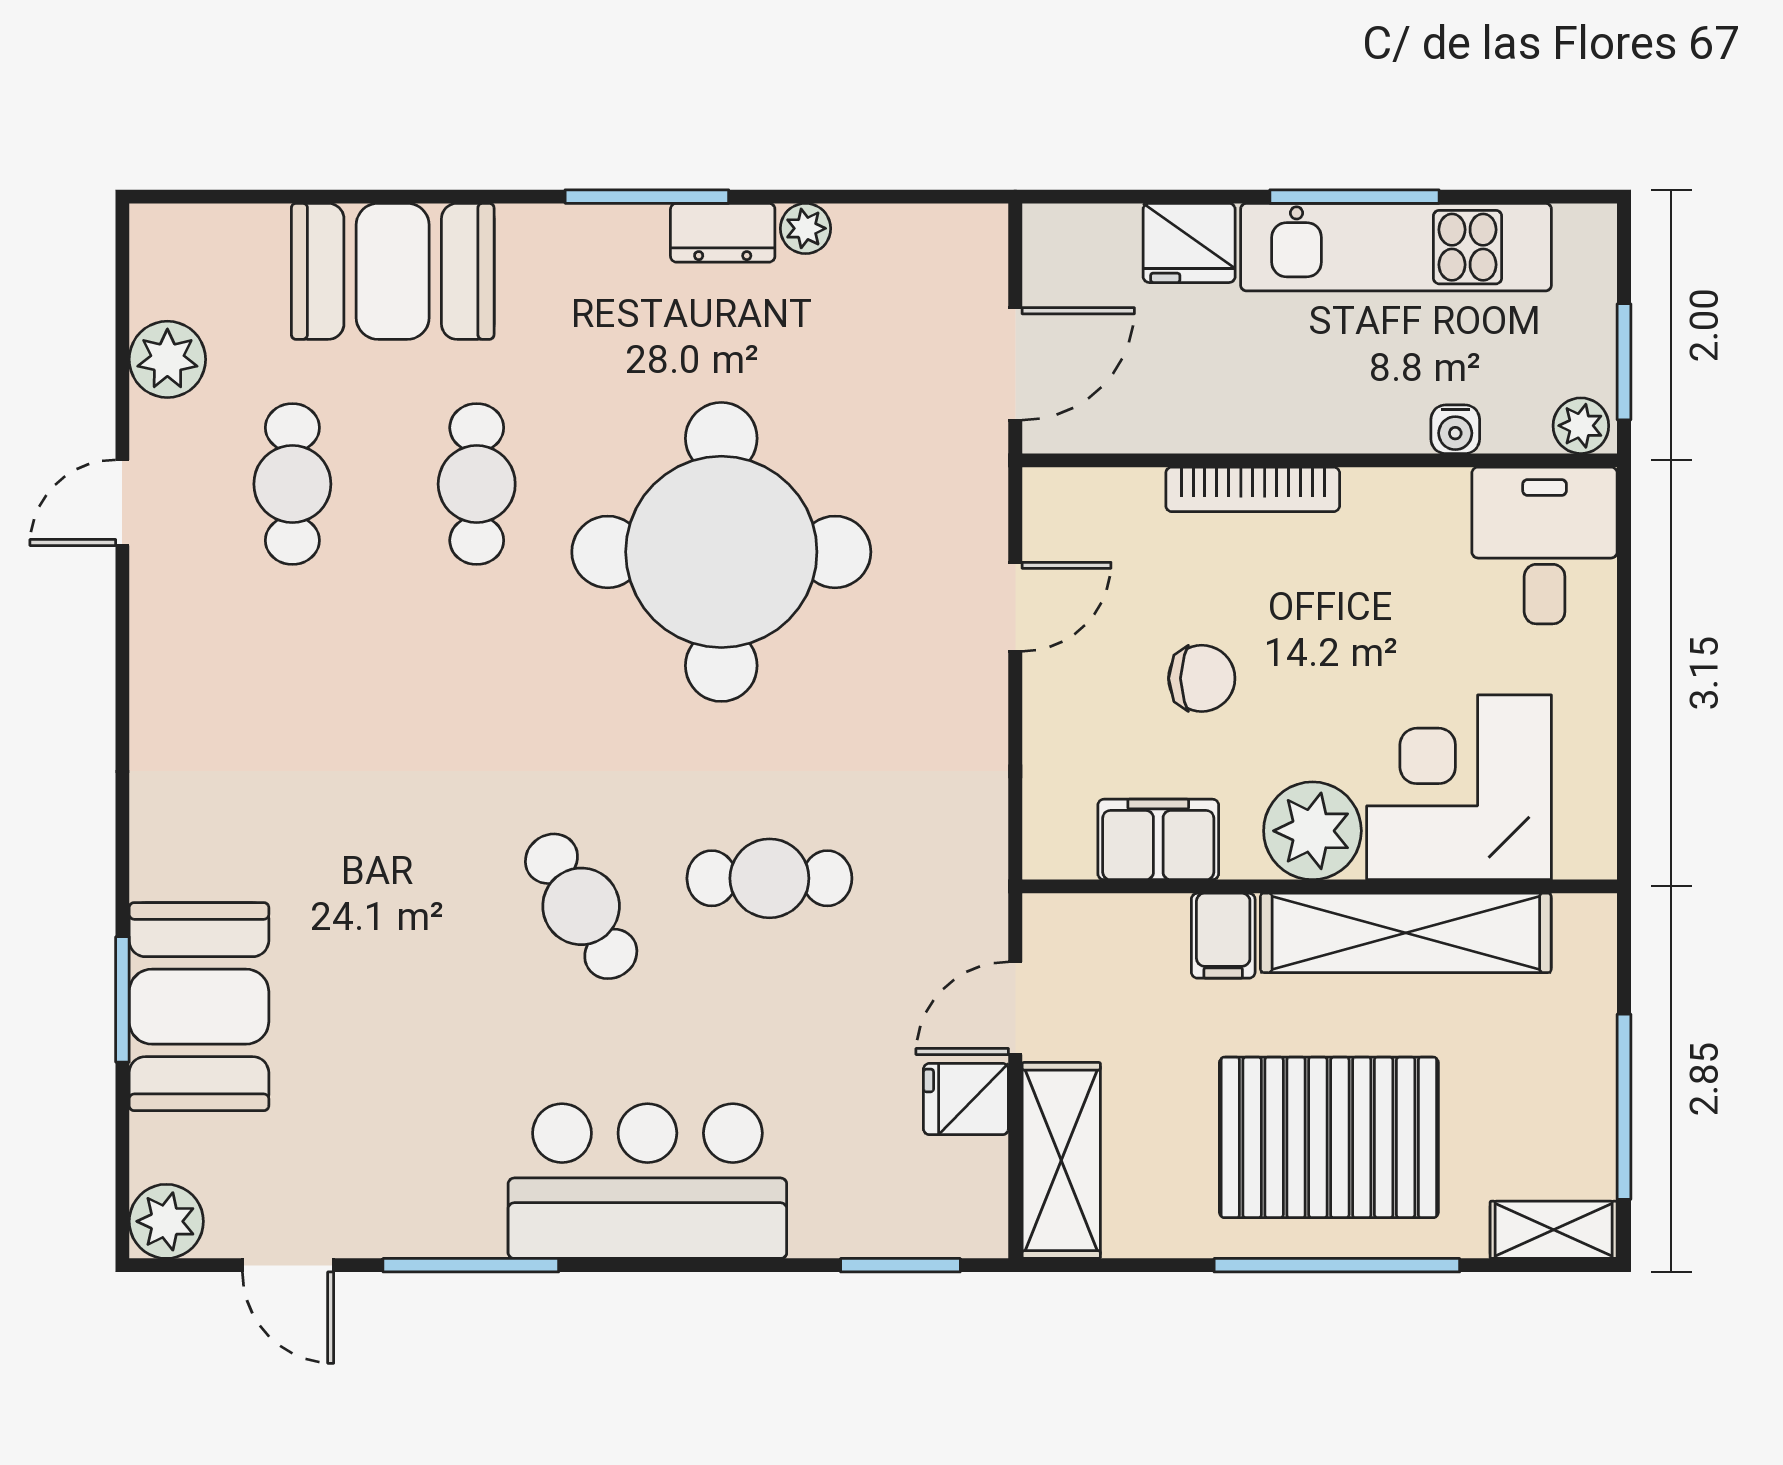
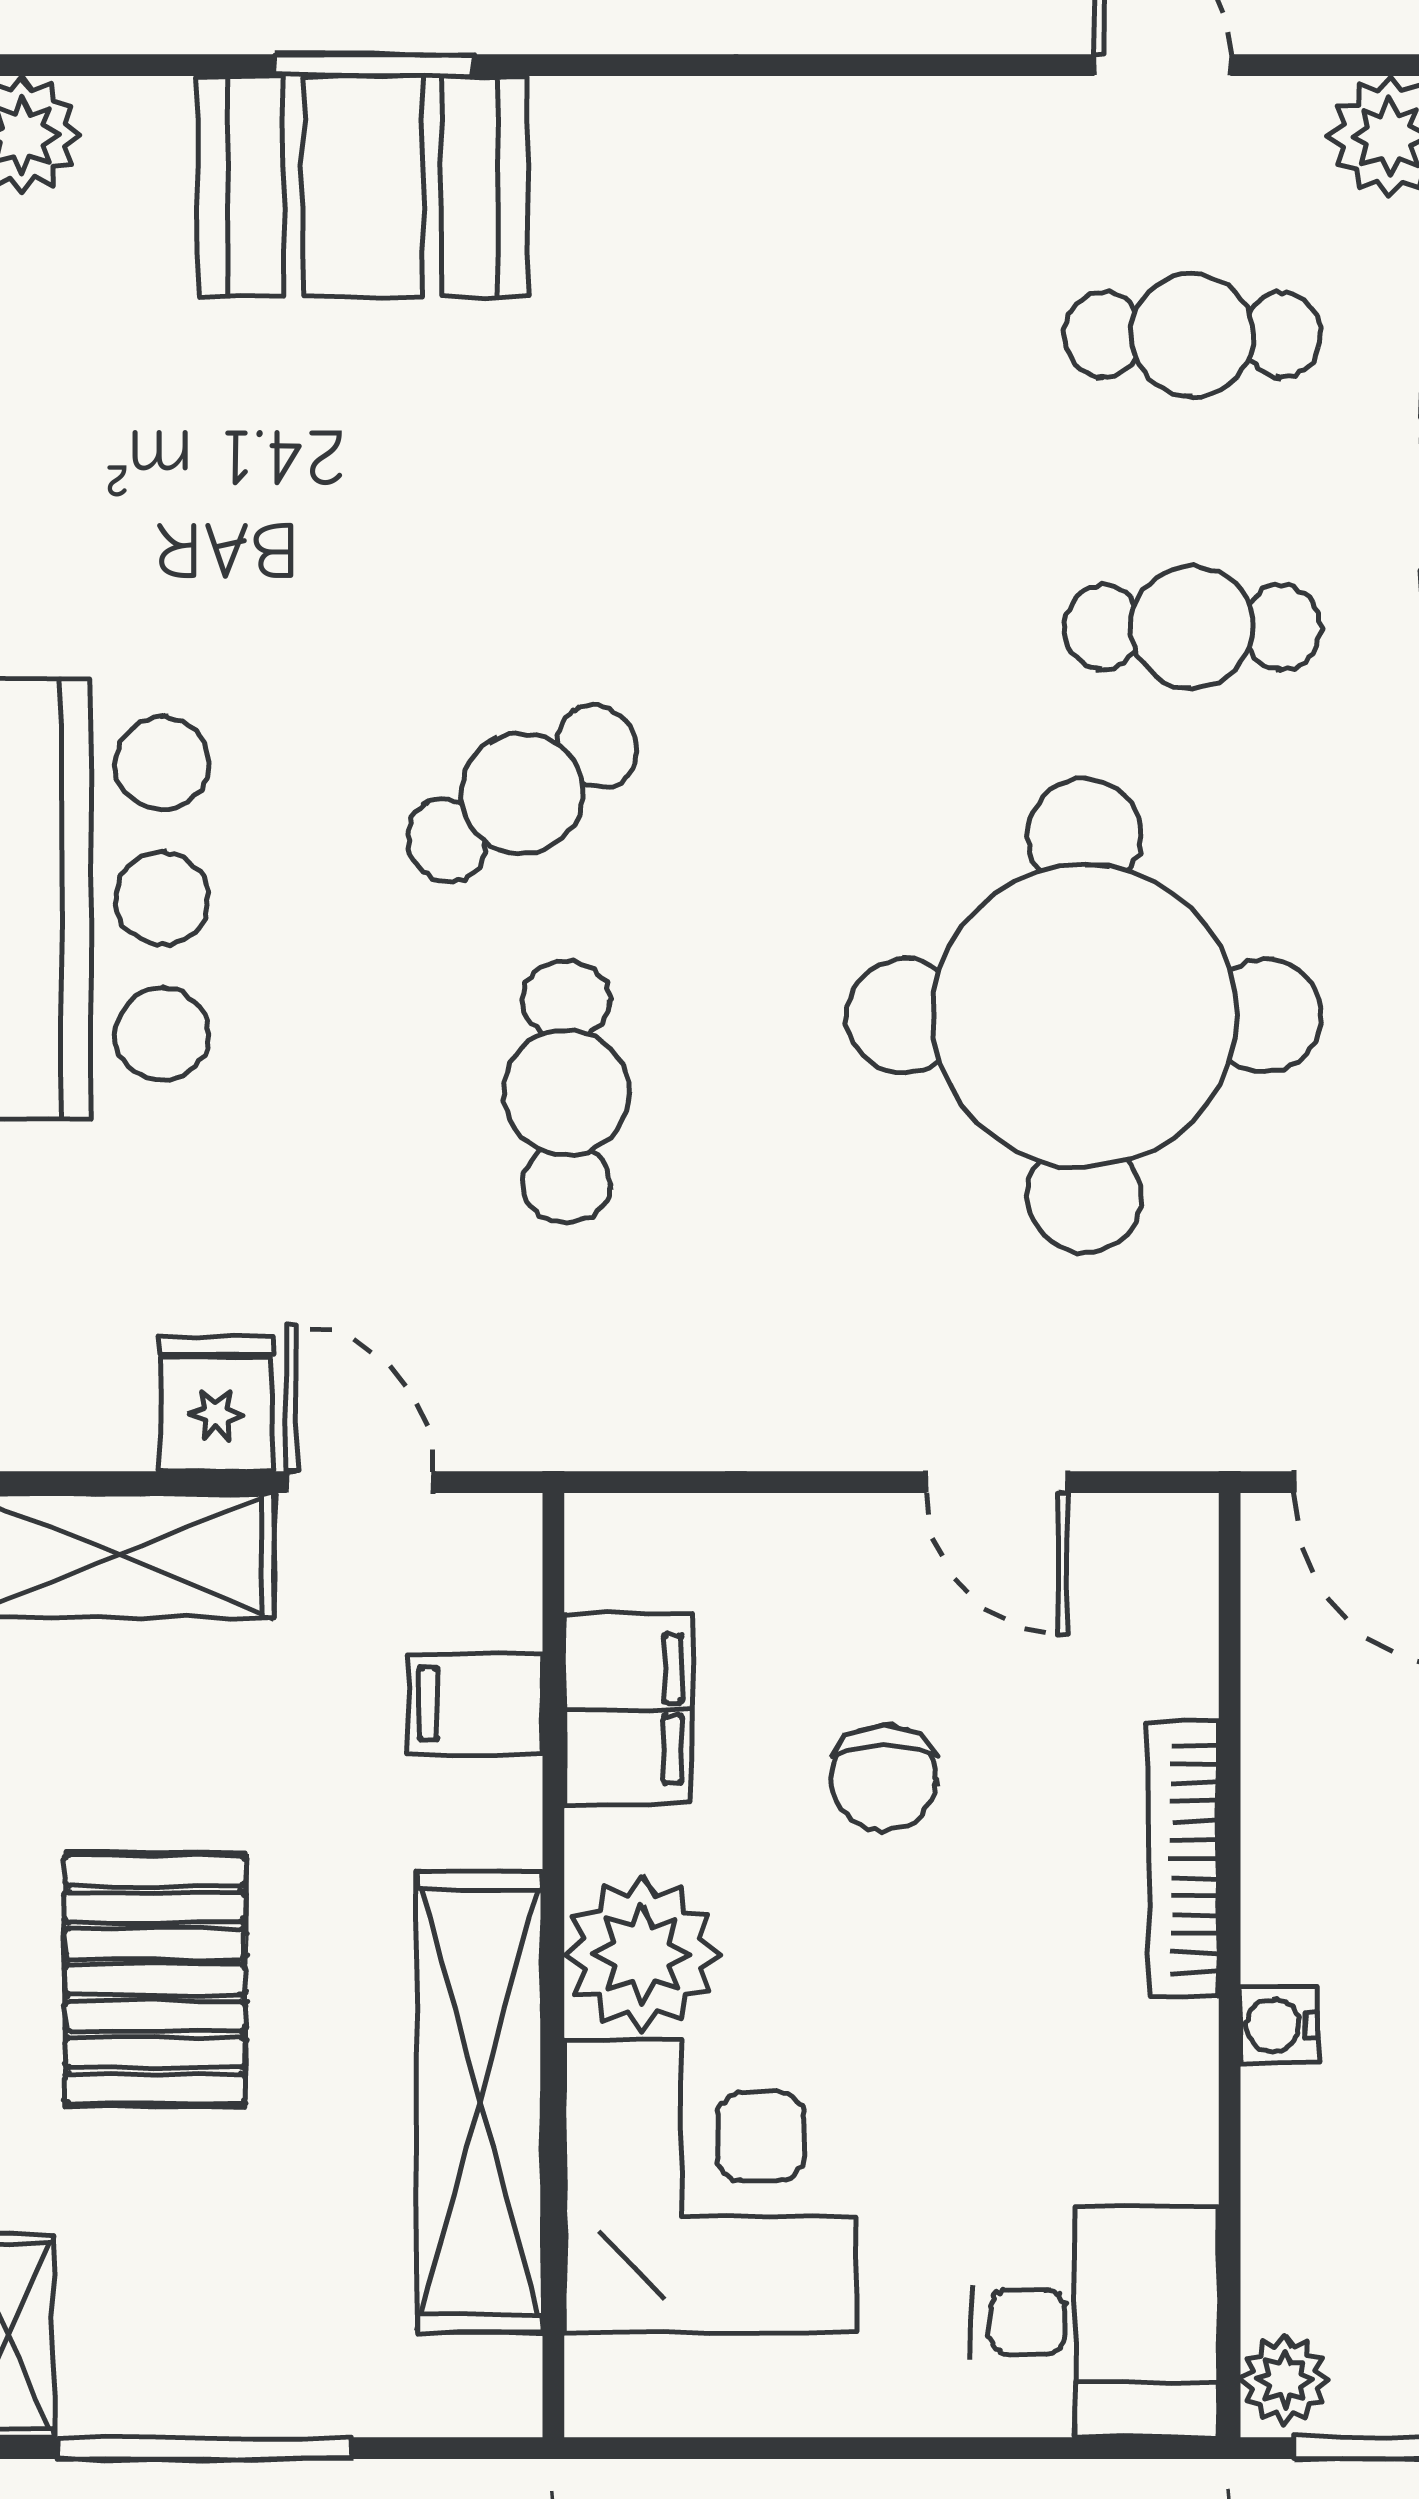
water cooler: (1455, 429) -> (1279, 2025), moved
filing cabinet: (1223, 936) -> (475, 1704), moved
pallet: (1329, 1137) -> (155, 1980), width x0.73, depth x0.71

